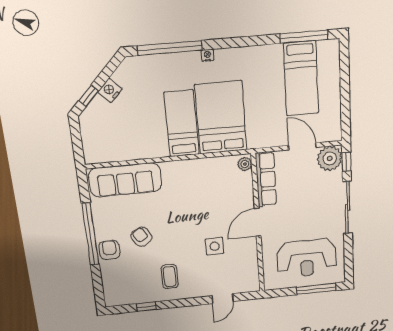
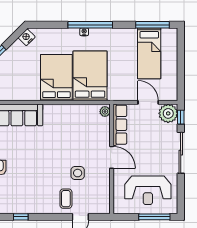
window: (170, 48) -> (90, 25), moved
nightstand: (110, 90) -> (27, 37), moved
bed: (182, 124) -> (56, 78), width x1.50
door: (258, 222) -> (112, 157), swing flipped
armchair: (141, 237) -> (24, 160), removed
coffee table: (170, 277) -> (66, 199), moved

